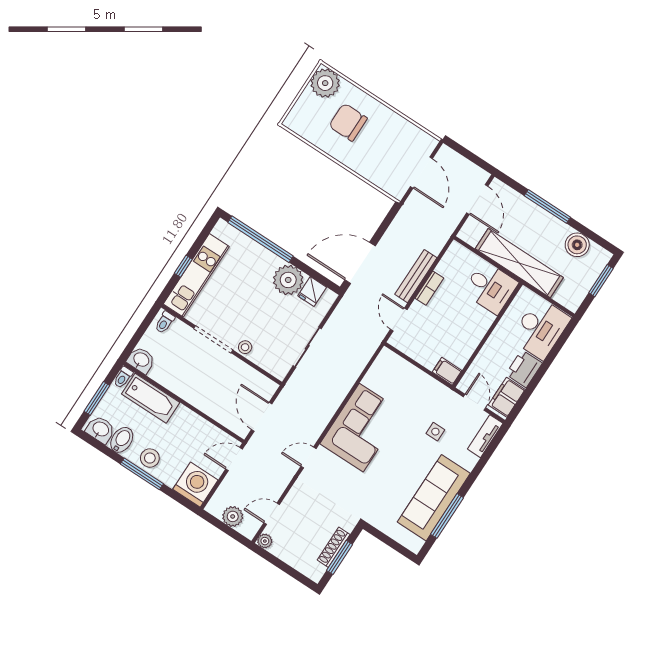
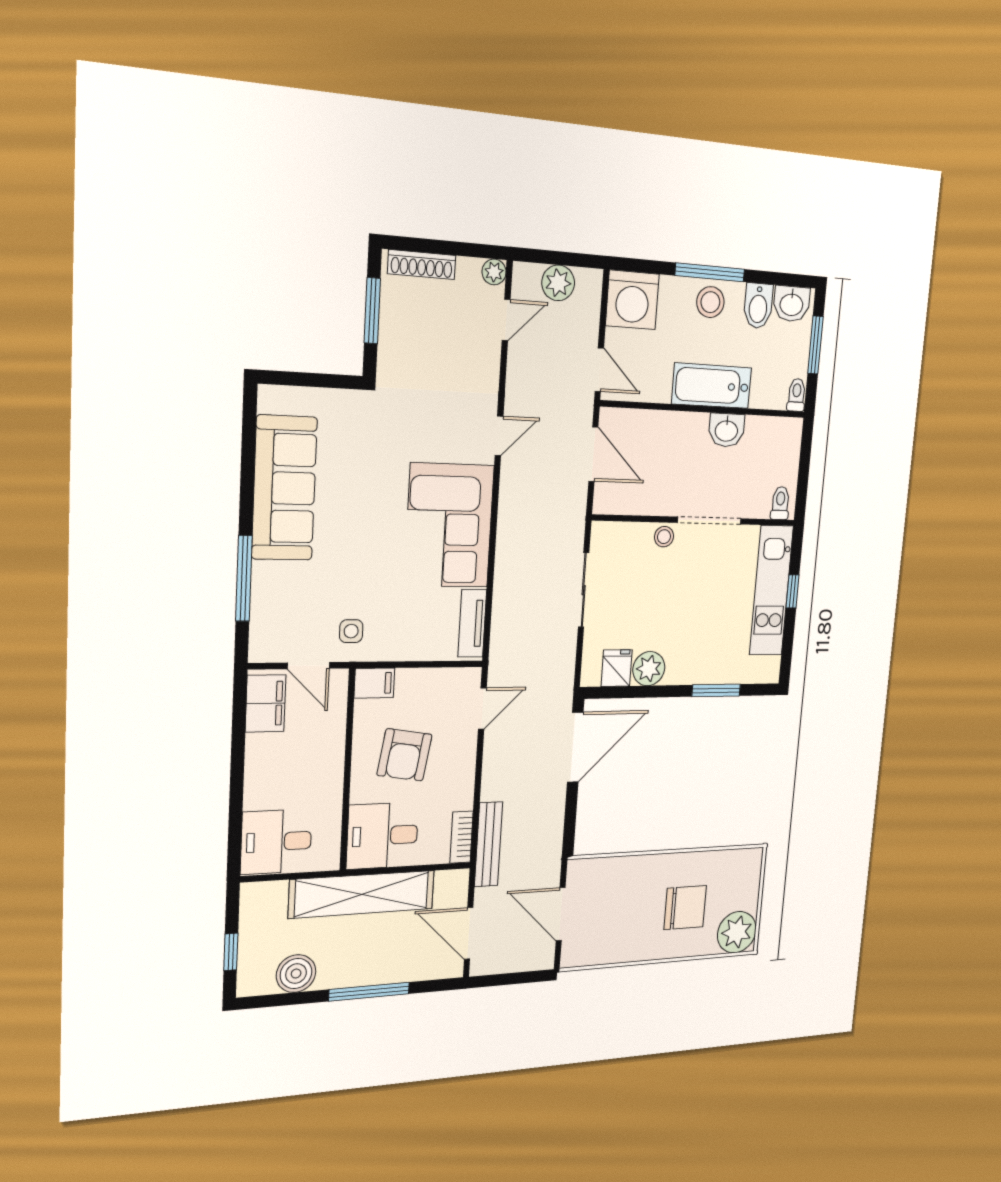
window: (261, 239) -> (716, 690), width x0.47
bench: (416, 276) -> (489, 844), moved
plant: (288, 280) -> (649, 669), width x0.73, depth x0.73
window: (601, 281) -> (231, 952), width x0.67
bookcase: (429, 288) -> (462, 837), moved
door: (399, 320) -> (482, 708), hinge flipped
armchair: (454, 323) -> (404, 755), added
desk: (541, 328) -> (276, 842), width x0.73
washbasin: (141, 360) -> (726, 430), moved
printer: (524, 369) -> (266, 760), removed
bathtub: (151, 398) -> (712, 386), moved
side table: (435, 432) -> (351, 631), moved
tv unit: (485, 436) -> (472, 623), moved, turned 180
door: (234, 459) -> (599, 370), hinge flipped
window: (447, 516) -> (244, 578), moved
shoe rack: (334, 547) -> (422, 265), moved, turned 90

